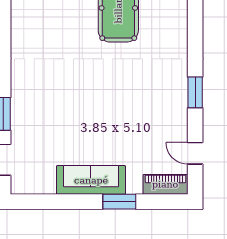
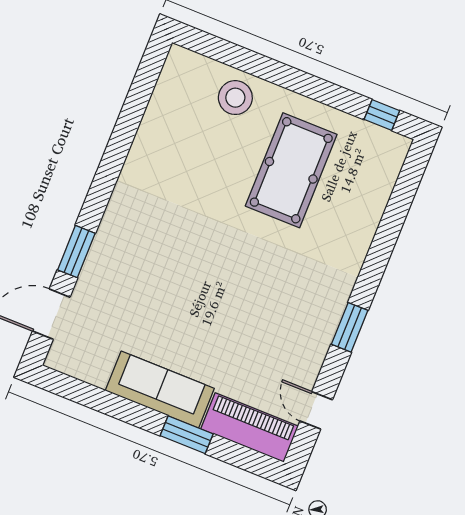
piano: (165, 184) -> (249, 428), width x1.37, depth x1.33

